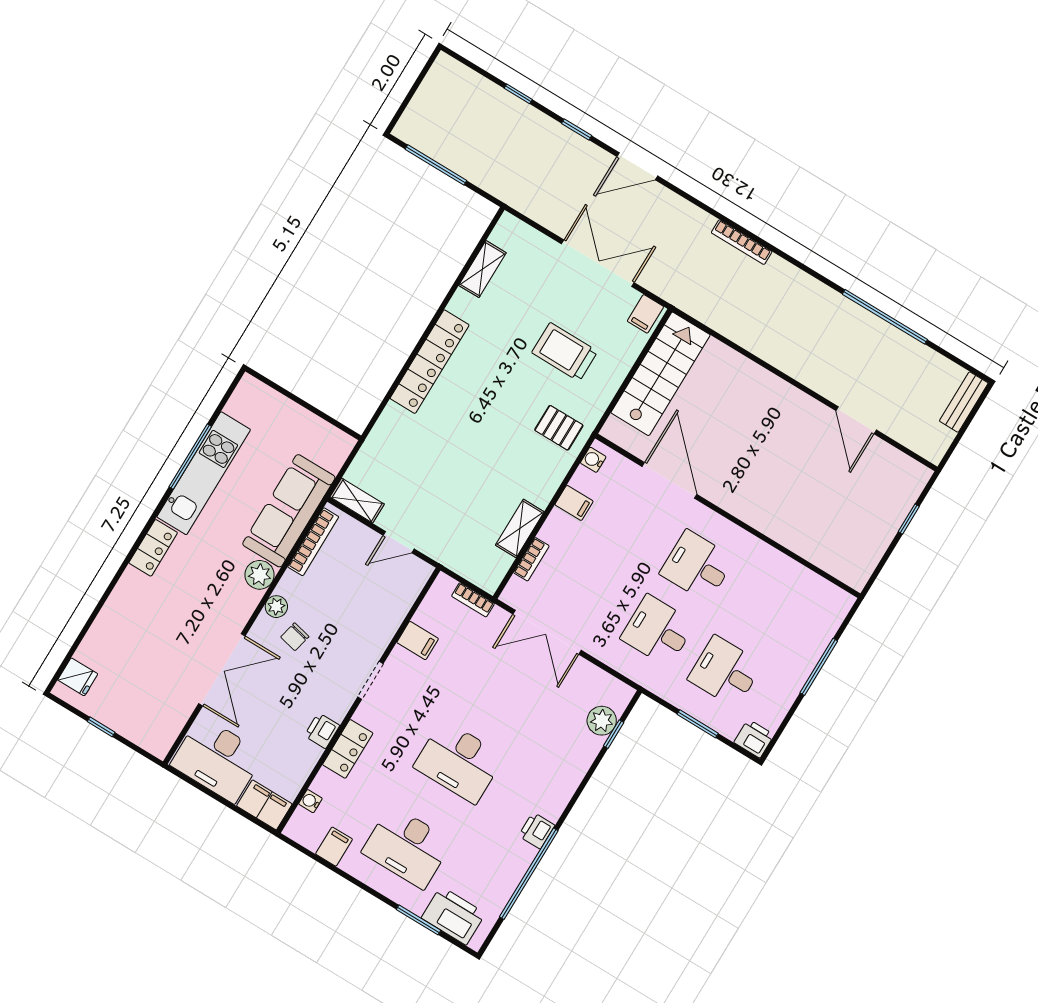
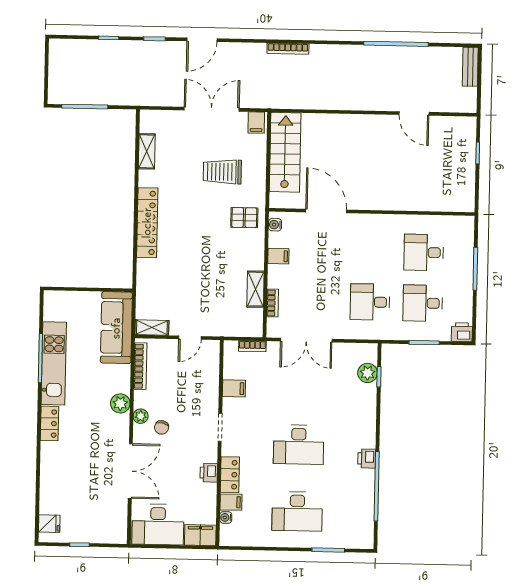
sofa: (289, 511) -> (116, 328), moved
desk: (697, 566) -> (424, 252), moved
filing cabinet: (334, 847) -> (231, 502), moved, turned 90
printer: (453, 916) -> (347, 536), removed

